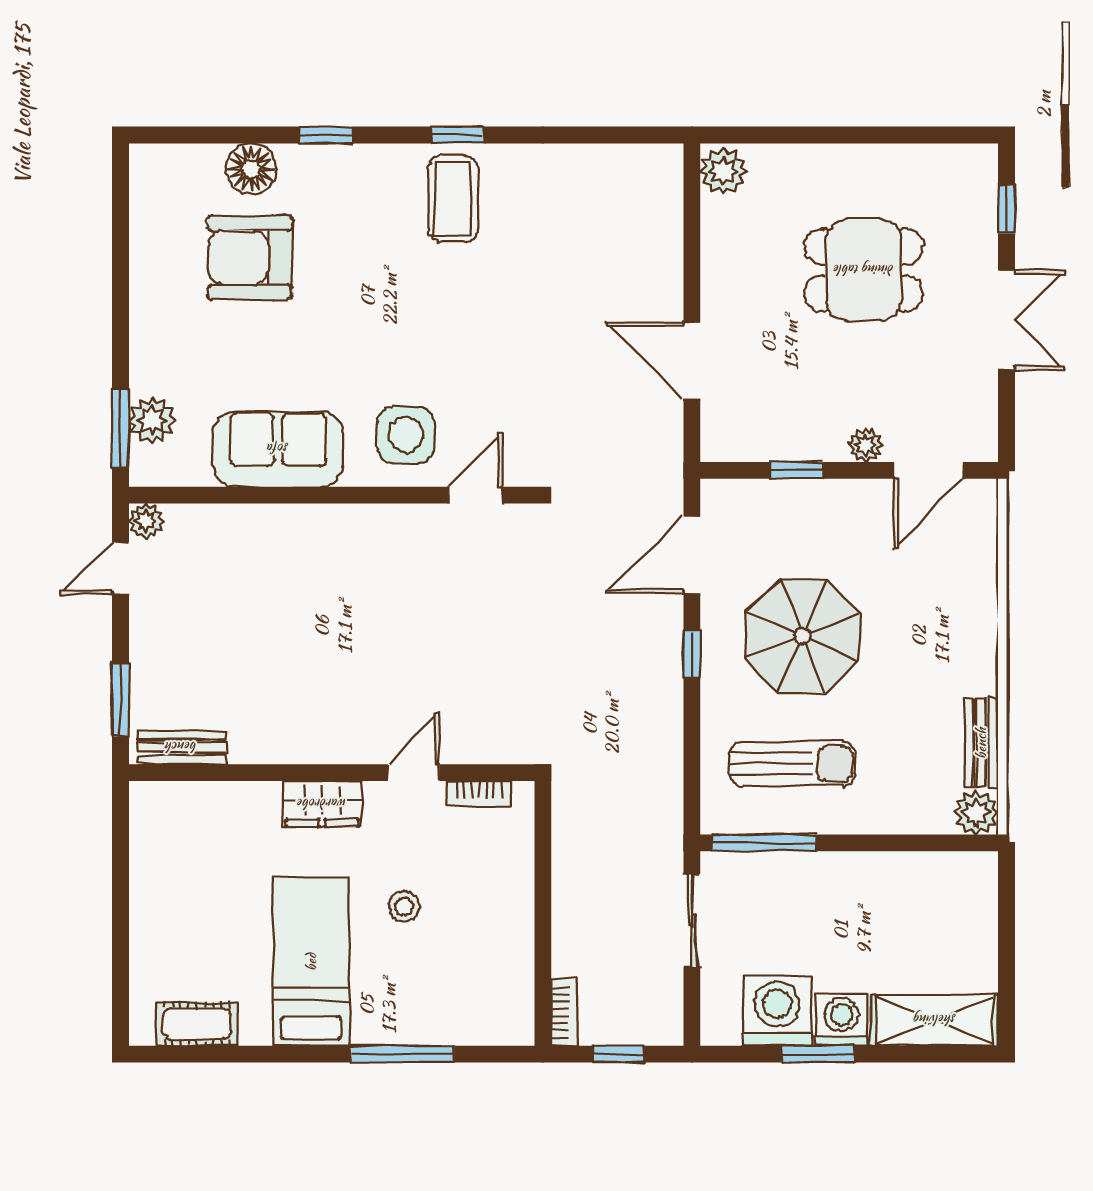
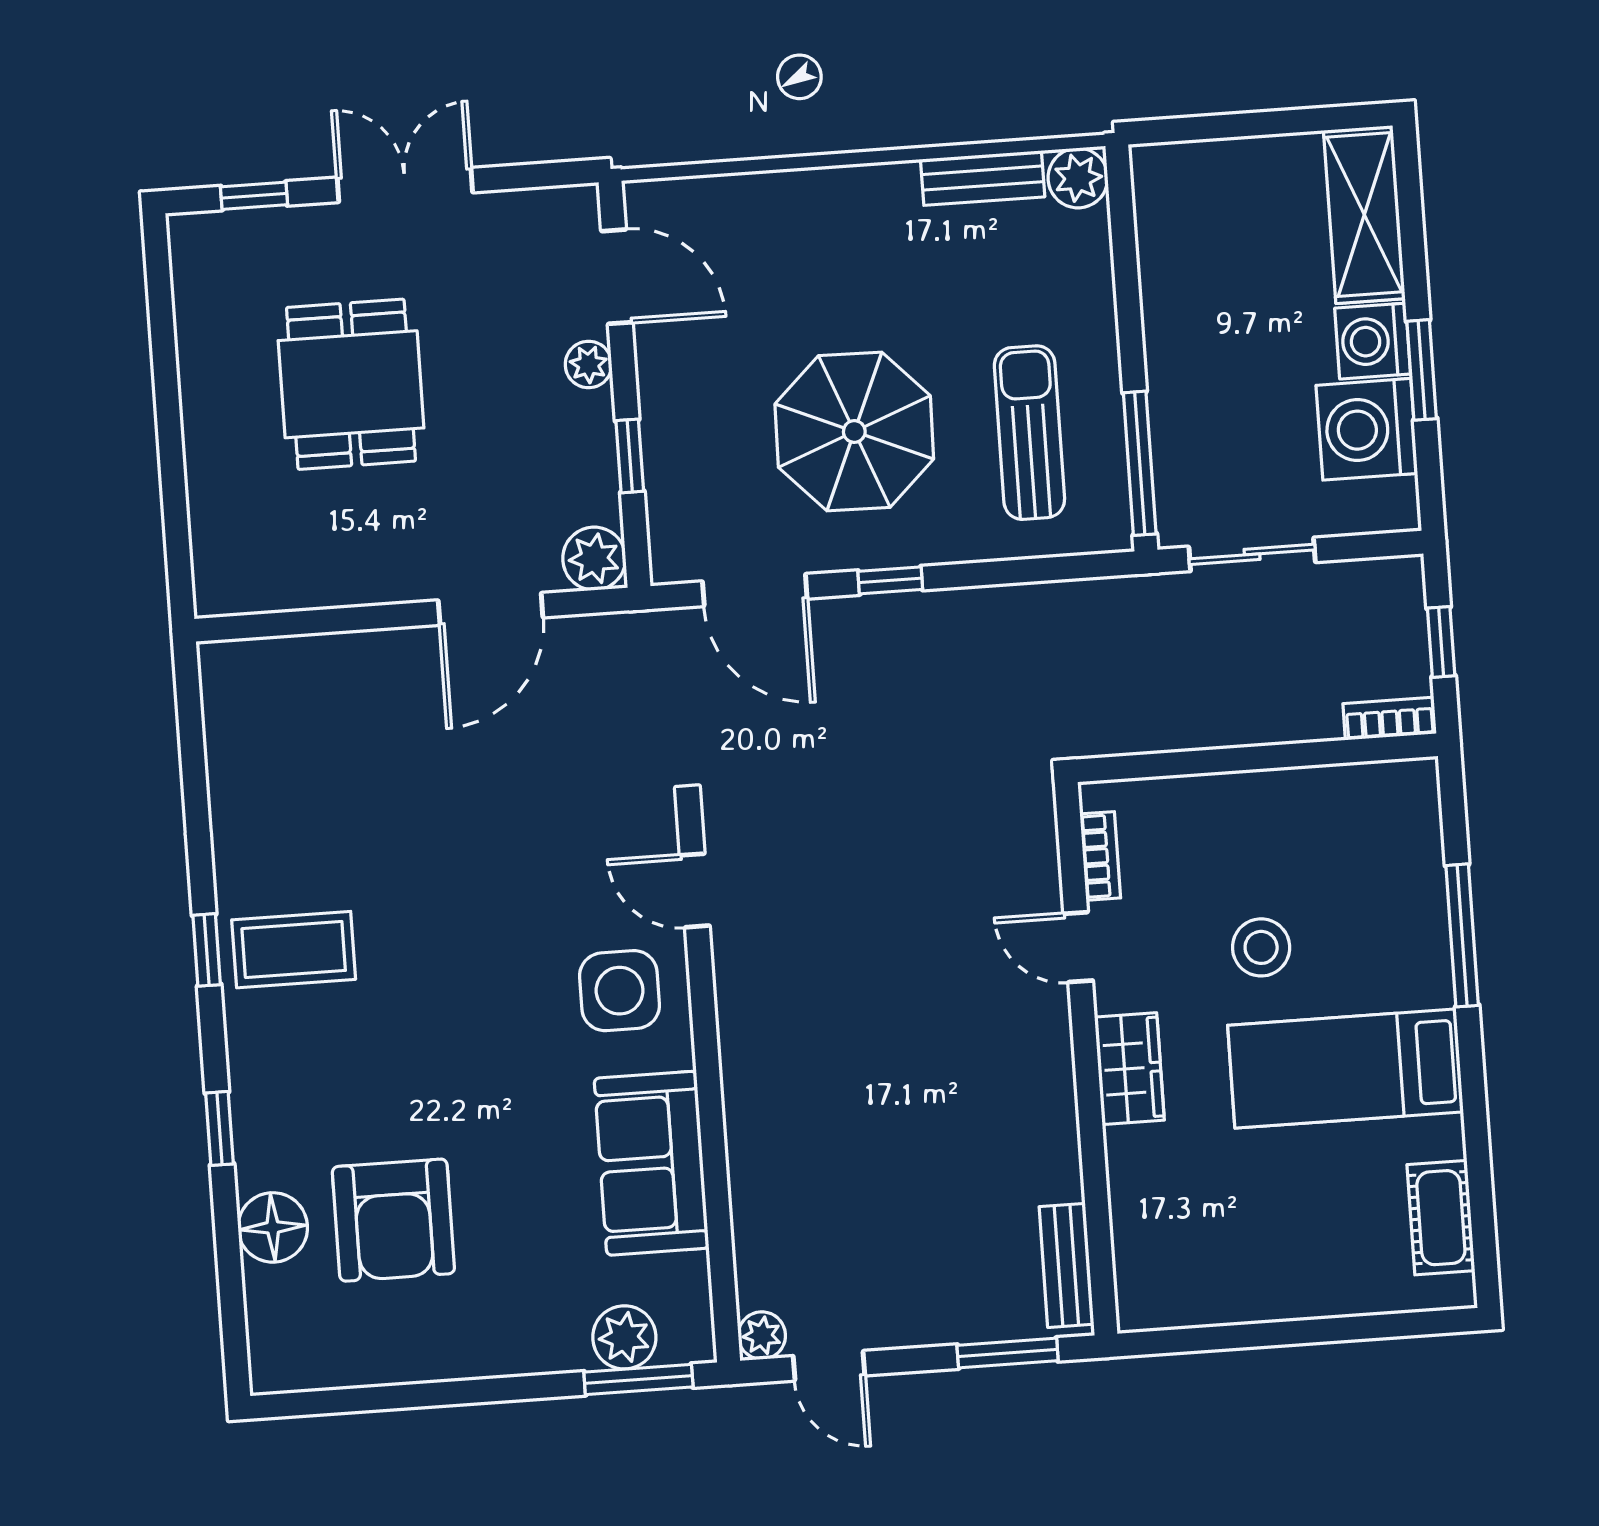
plant: (723, 171) -> (594, 559), moved
stool: (404, 906) -> (1261, 947), width x1.37, depth x1.37

